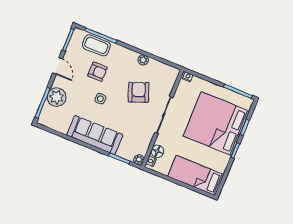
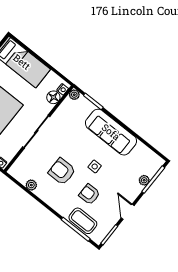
plant: (143, 60) -> (31, 185), moved
armchair: (139, 92) -> (62, 172), moved, turned 111
plant: (57, 97) -> (144, 180), width x0.53, depth x0.53

